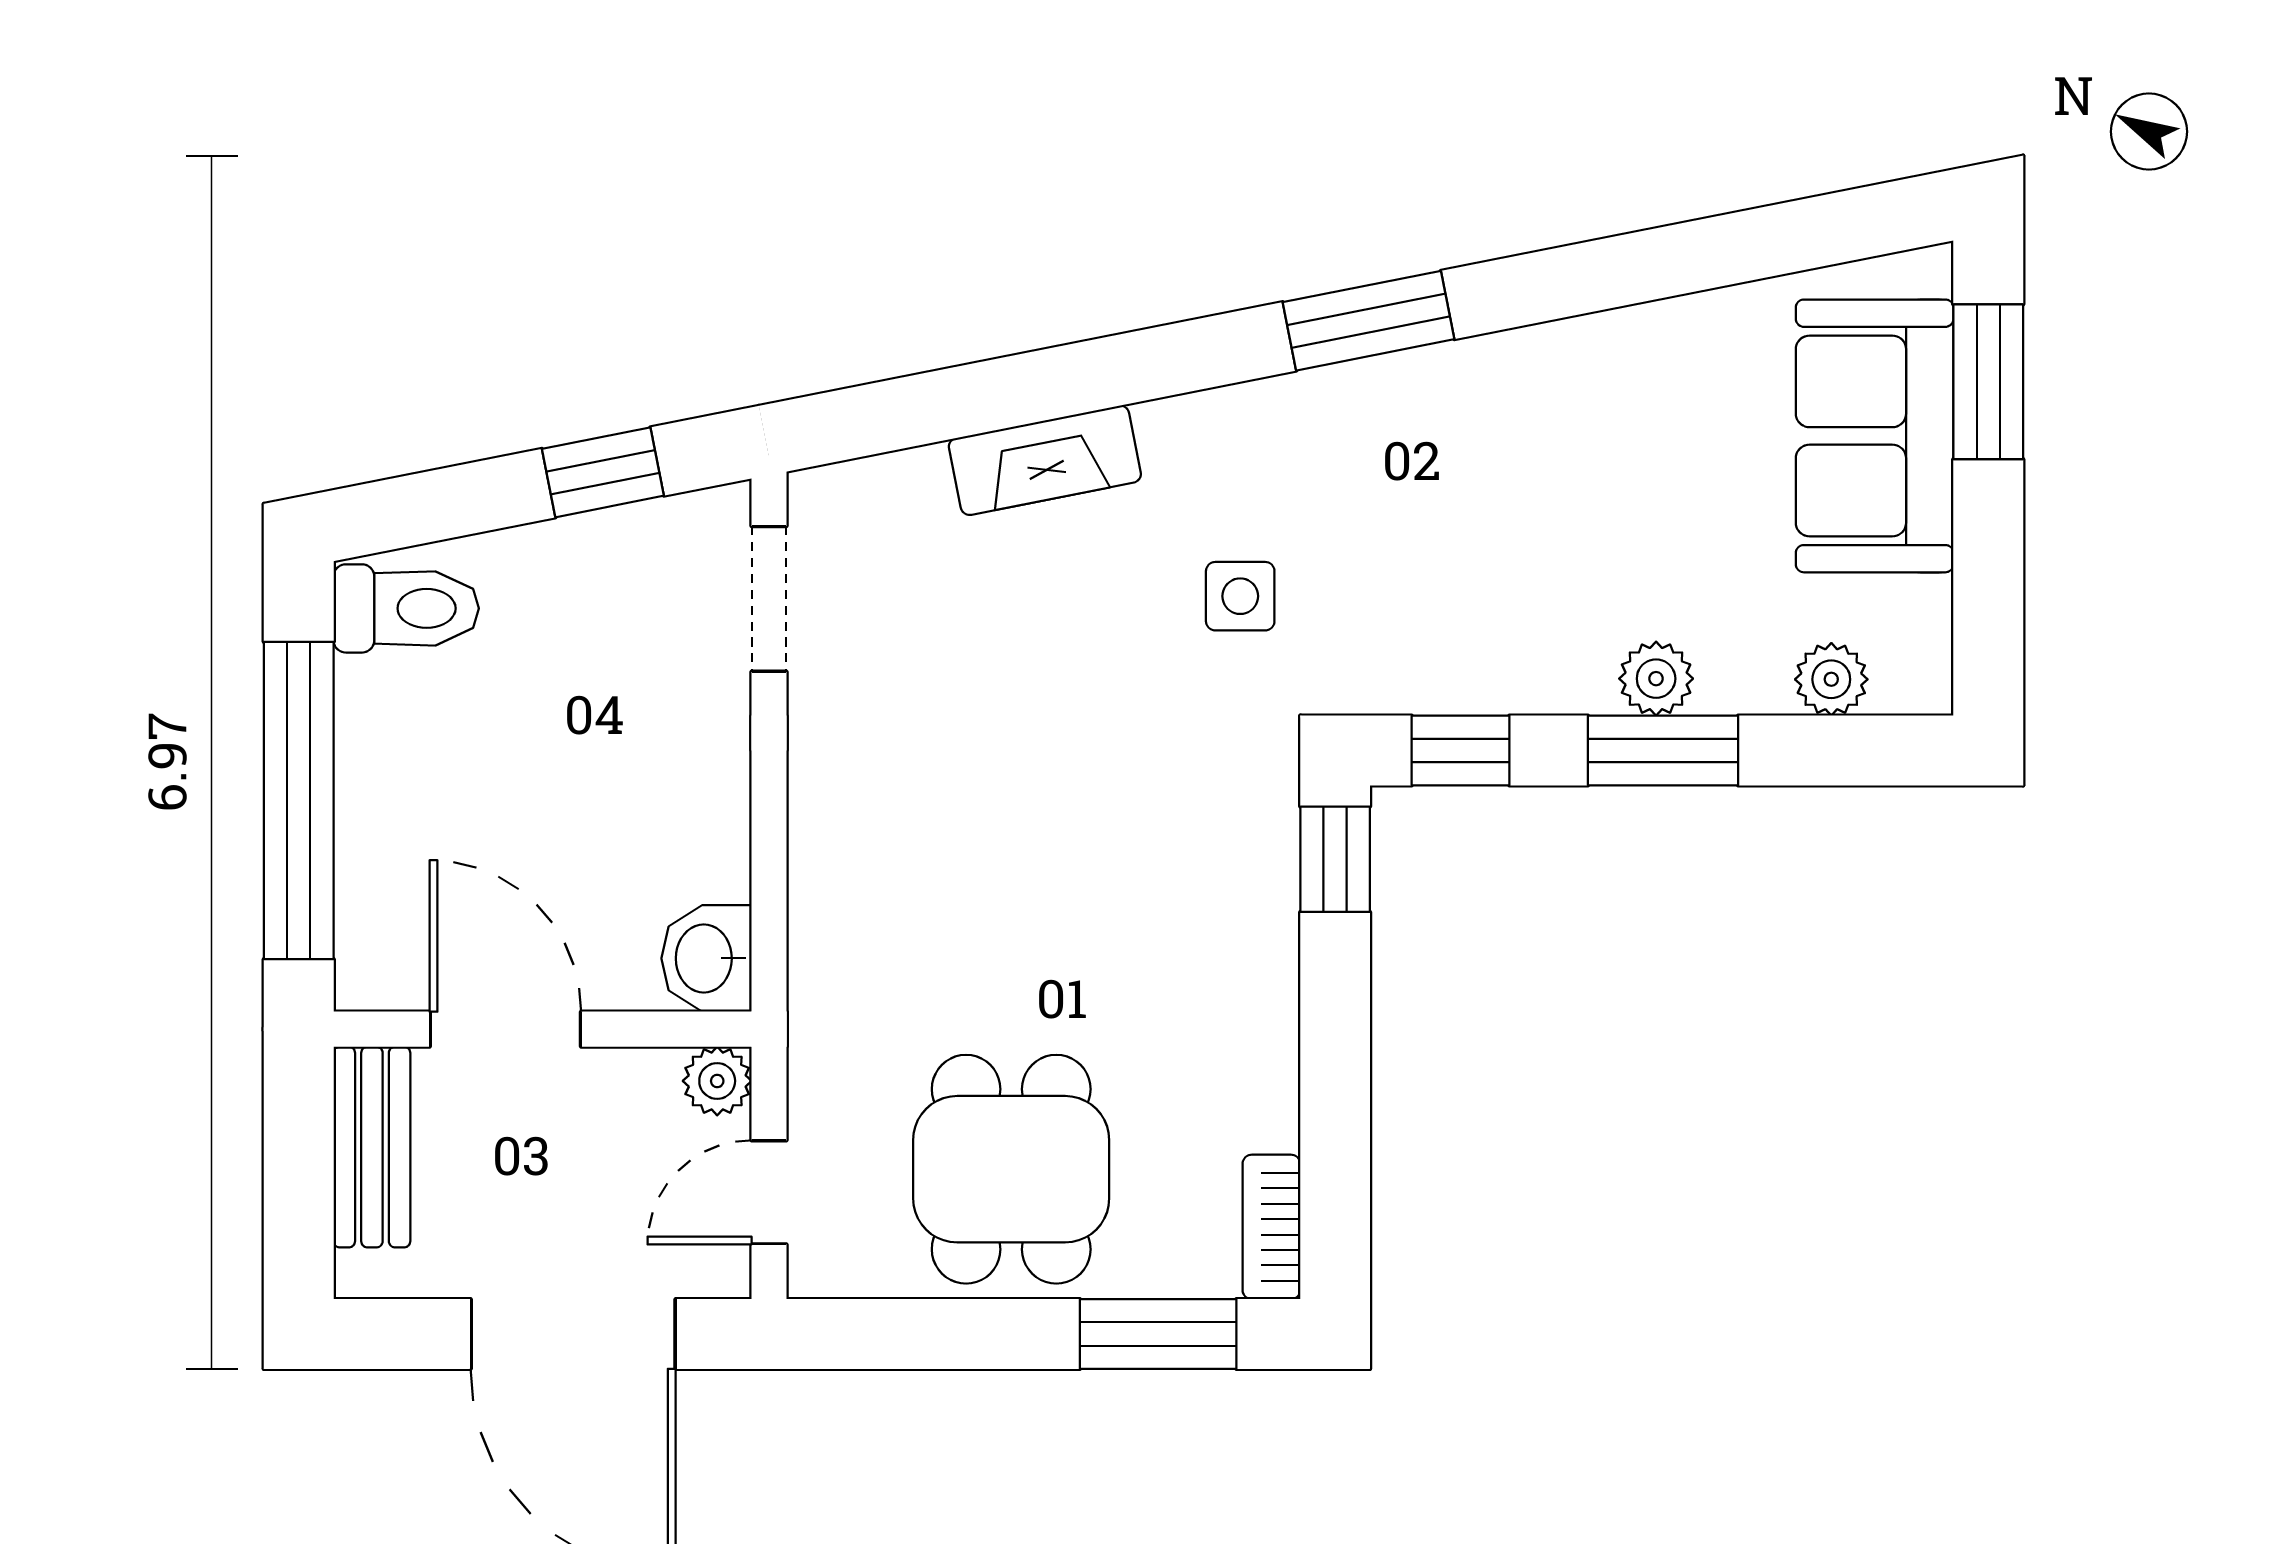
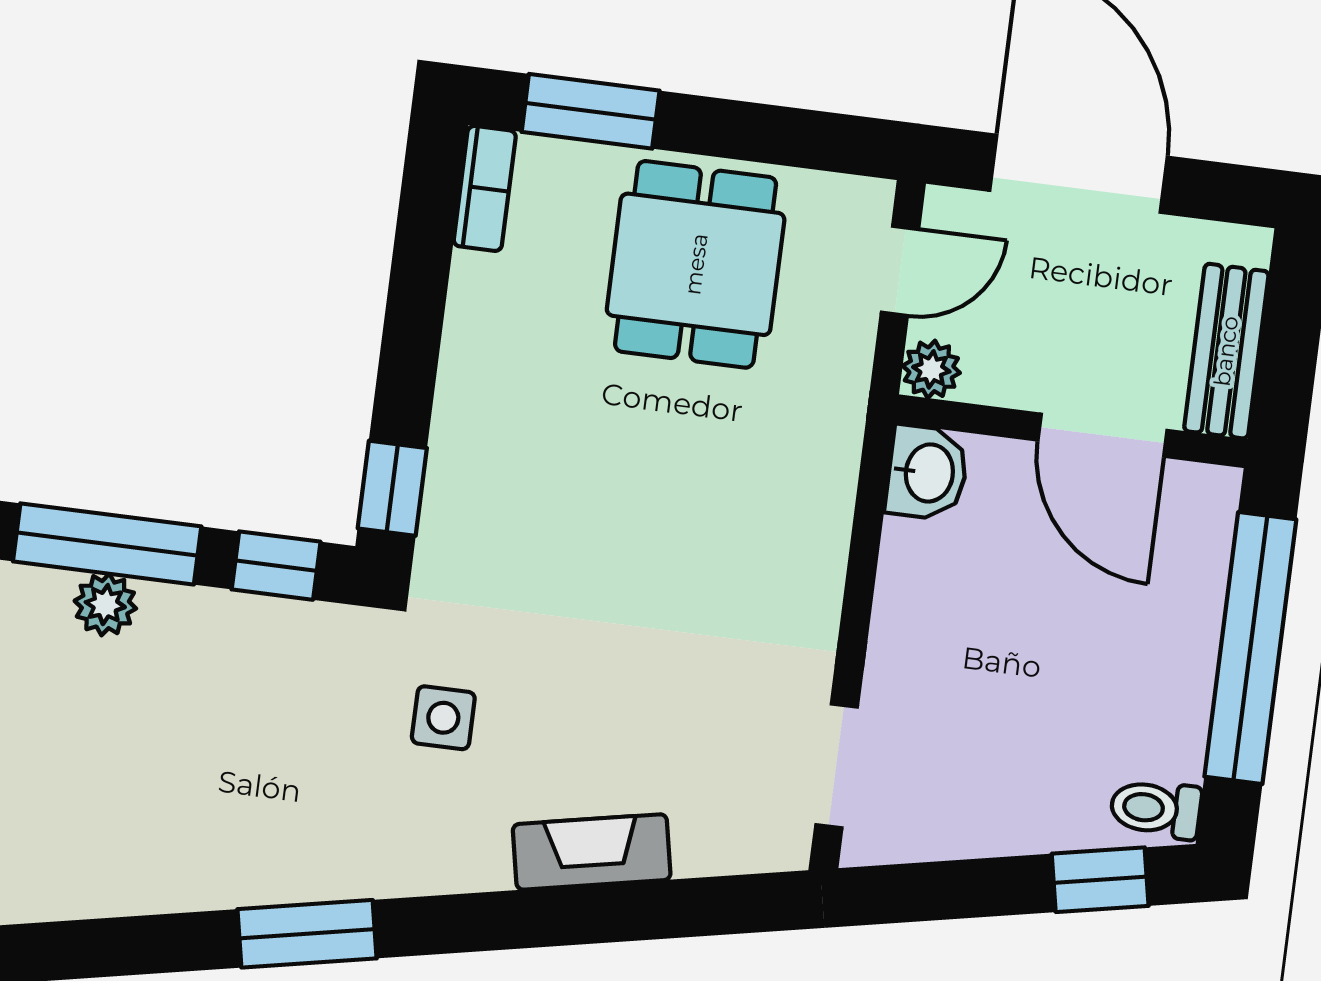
window: (603, 472) -> (1100, 880), moved
toilet: (406, 608) -> (1156, 809), width x0.73, depth x0.72
window: (1663, 750) -> (107, 544), width x1.44

